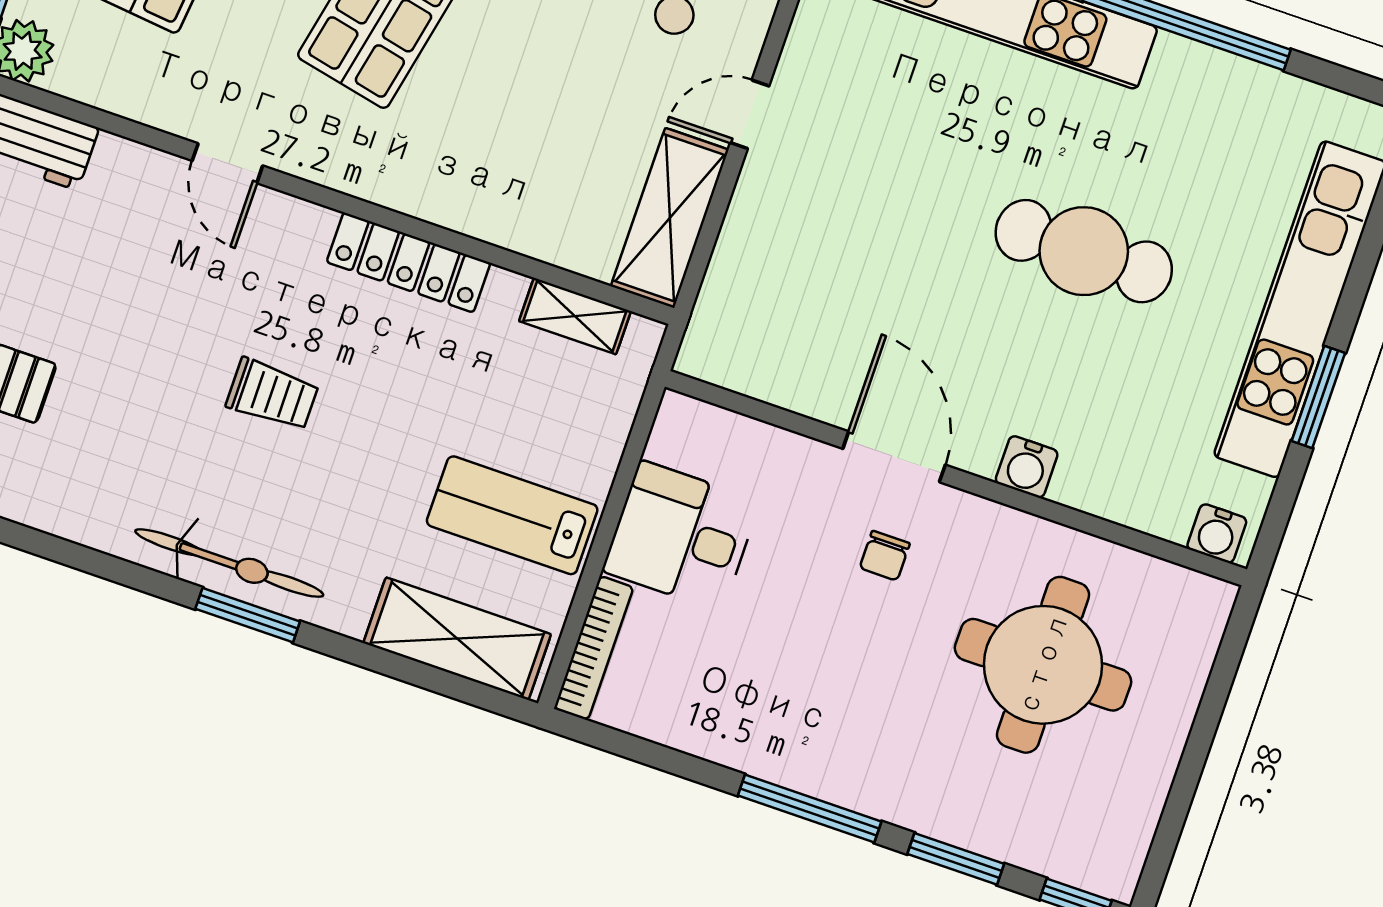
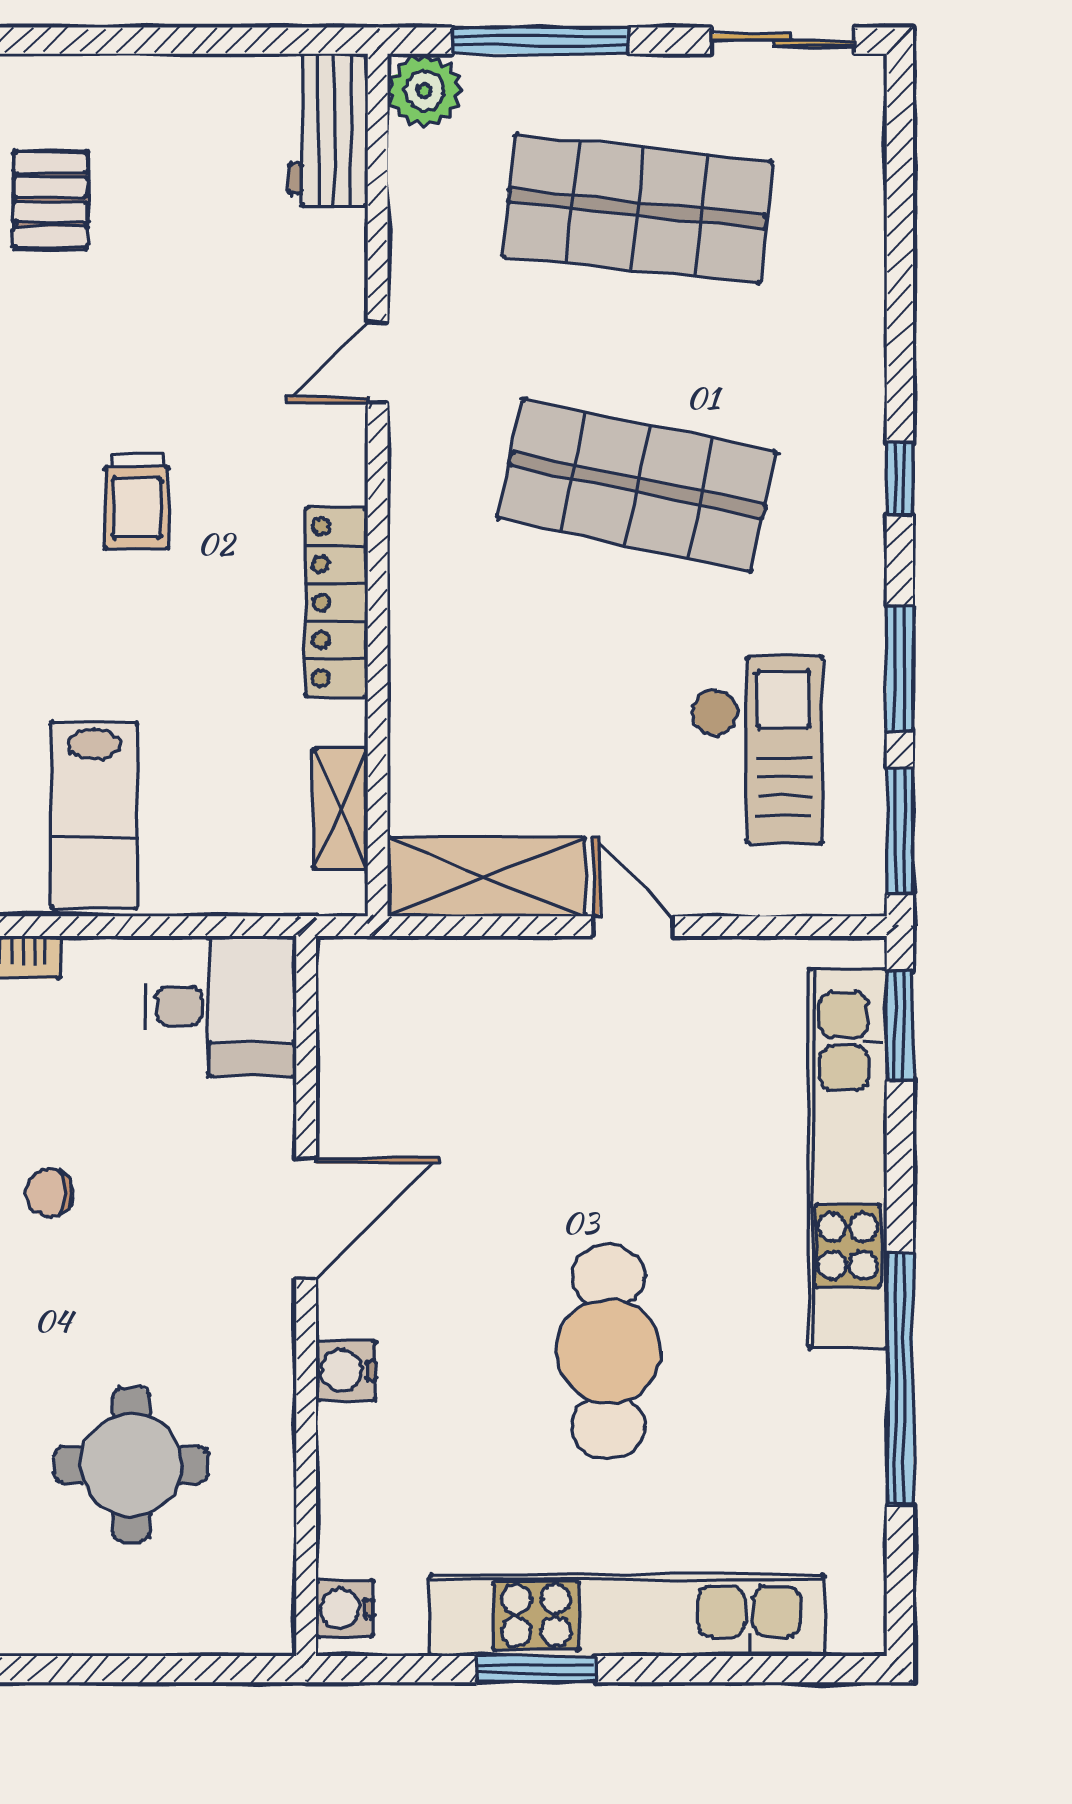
lab bench: (512, 515) -> (94, 815), turned 180
desk: (681, 536) -> (221, 1006), moved, turned 90
chair: (885, 556) -> (49, 1193), moved
round table: (1043, 665) -> (131, 1465), width x0.73, depth x0.73

